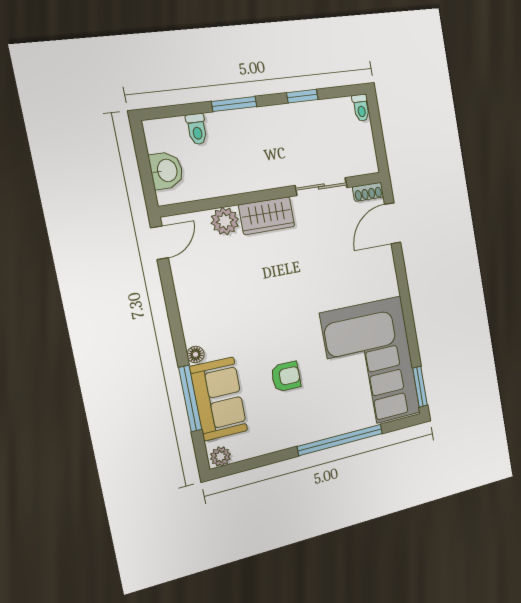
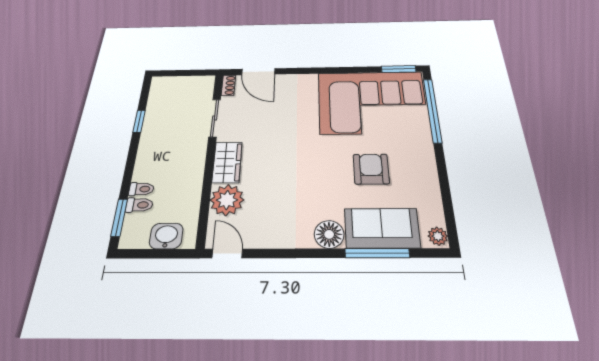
window: (234, 104) -> (119, 217), moved
toilet: (361, 108) -> (141, 189), moved
plant: (225, 221) -> (227, 200), width x1.36, depth x1.36
floor lamp: (195, 354) -> (329, 234), width x1.89, depth x1.89
armchair: (286, 377) -> (371, 169), width x1.38, depth x1.38
window: (340, 440) -> (433, 110), moved

